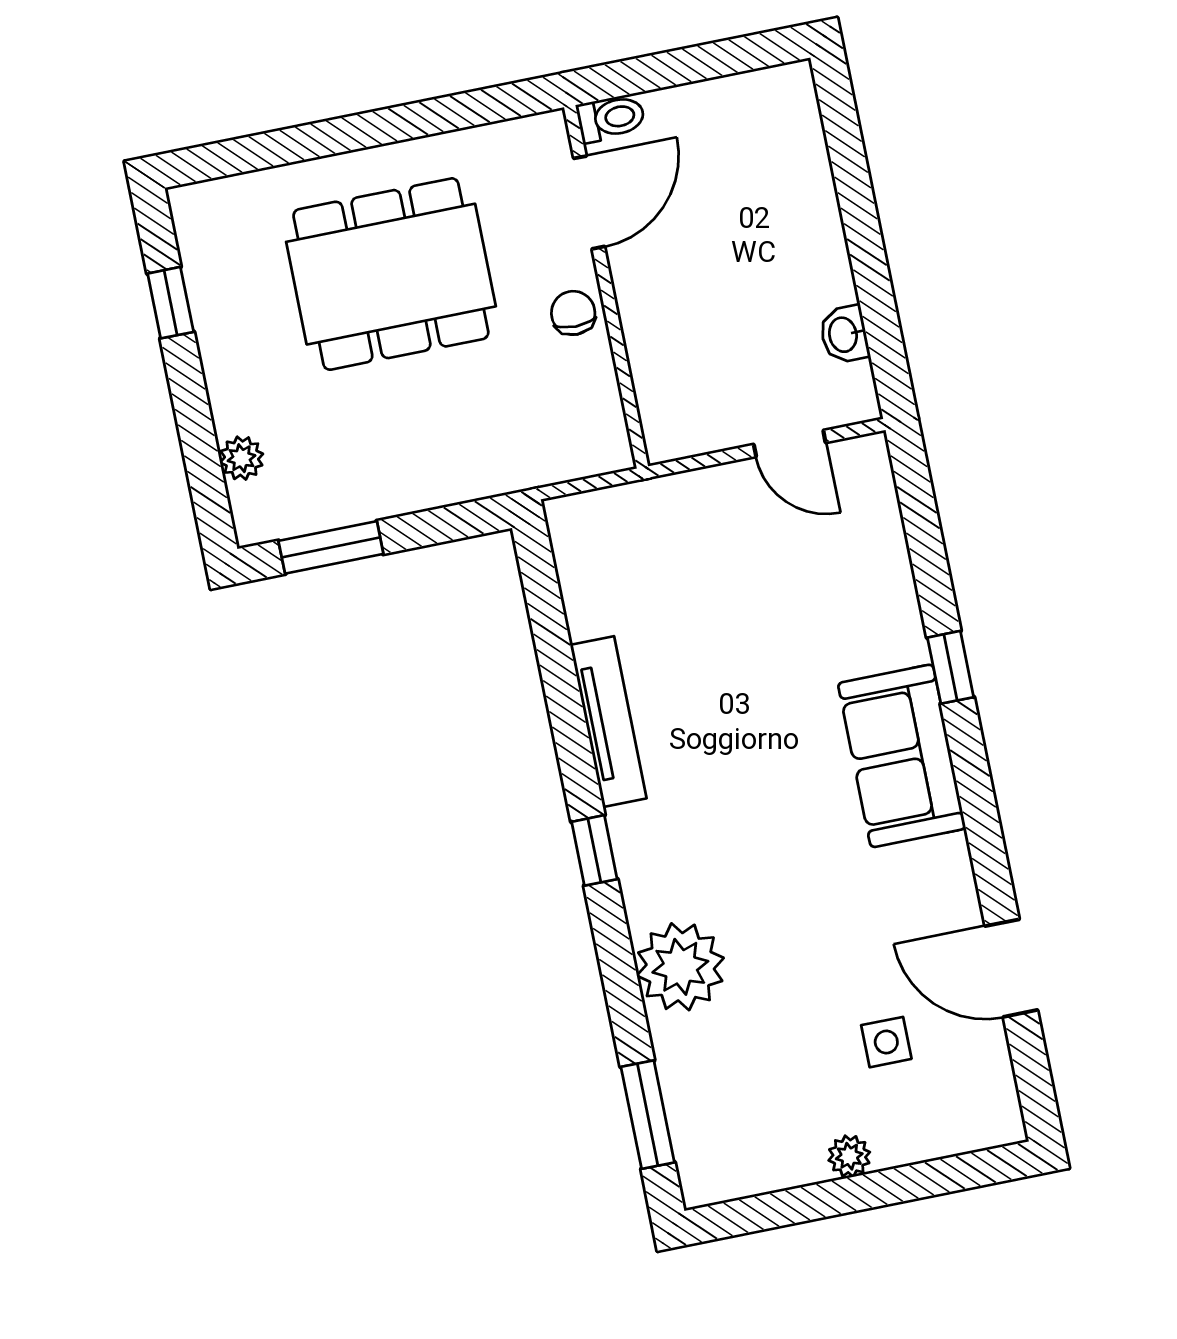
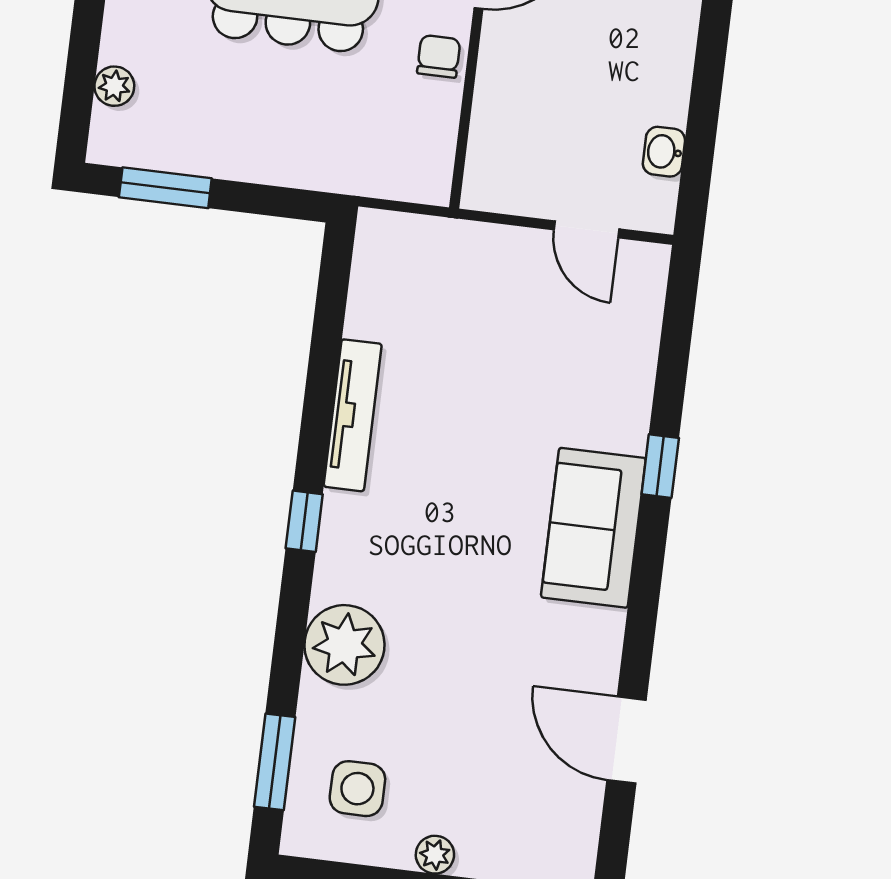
side table: (886, 1042) -> (357, 789), moved, width x1.37, depth x1.37

